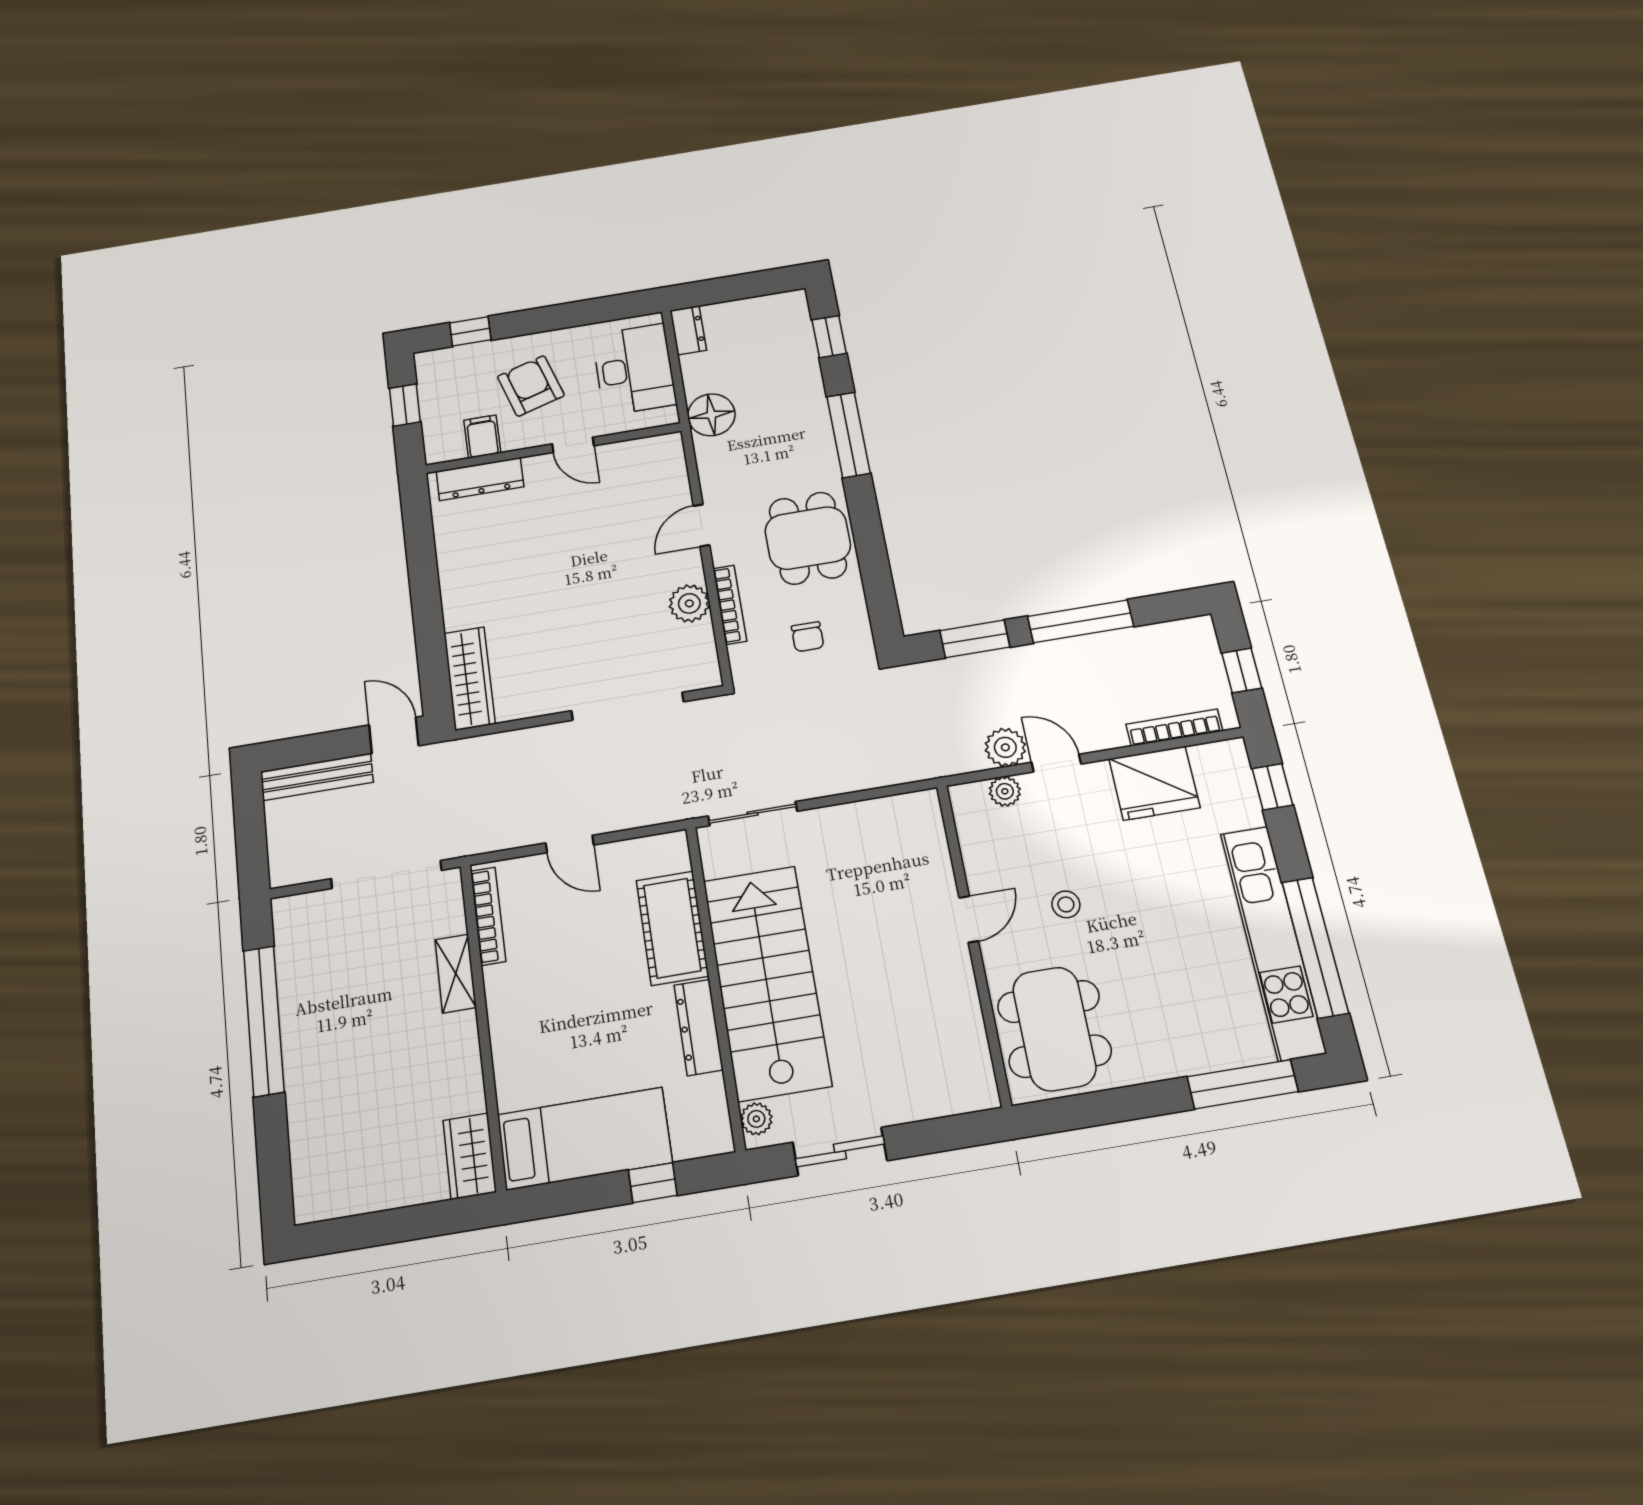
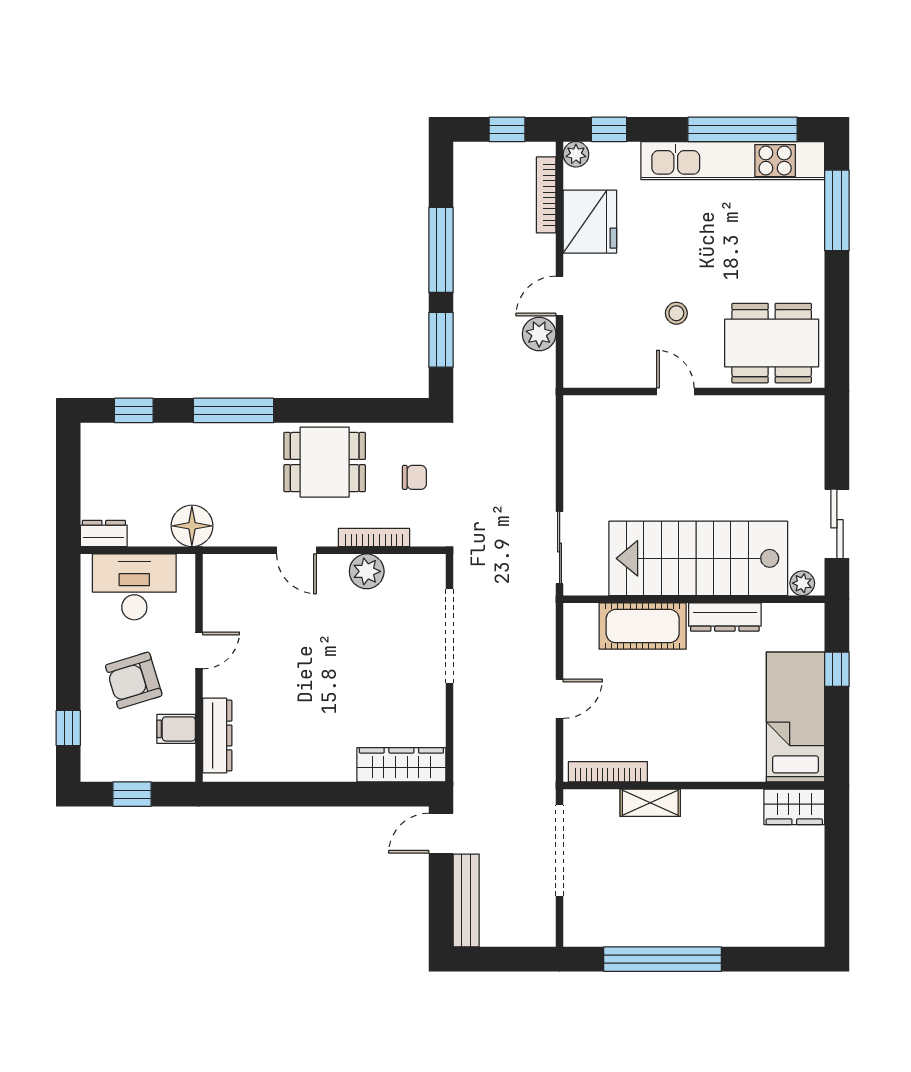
plant: (1005, 791) -> (576, 154), moved

